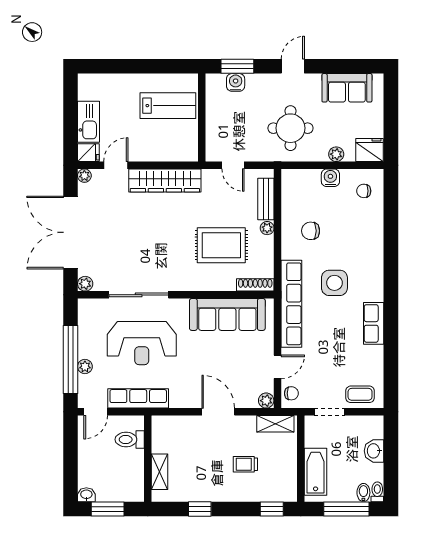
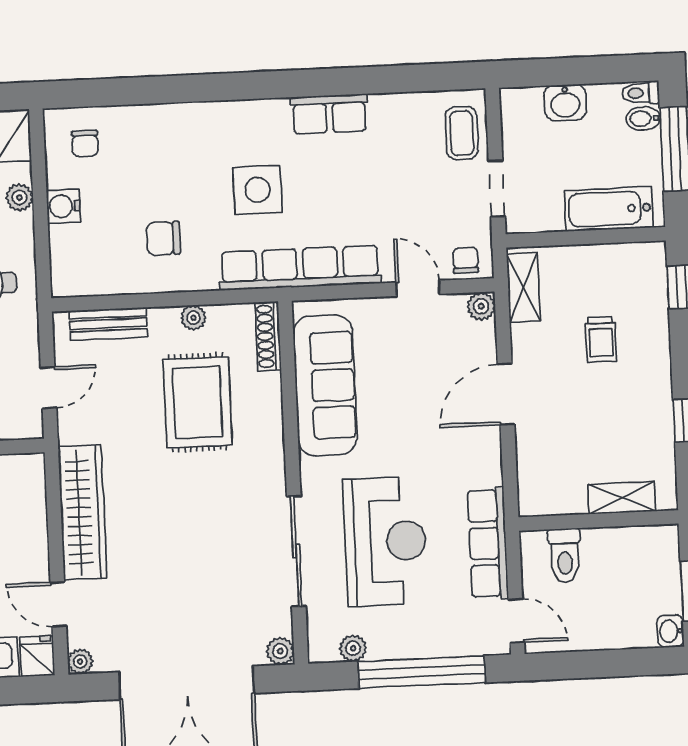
plant: (267, 228) -> (193, 318), moved
chair: (311, 231) -> (163, 238), turned 90
plant: (85, 367) -> (353, 648), moved

